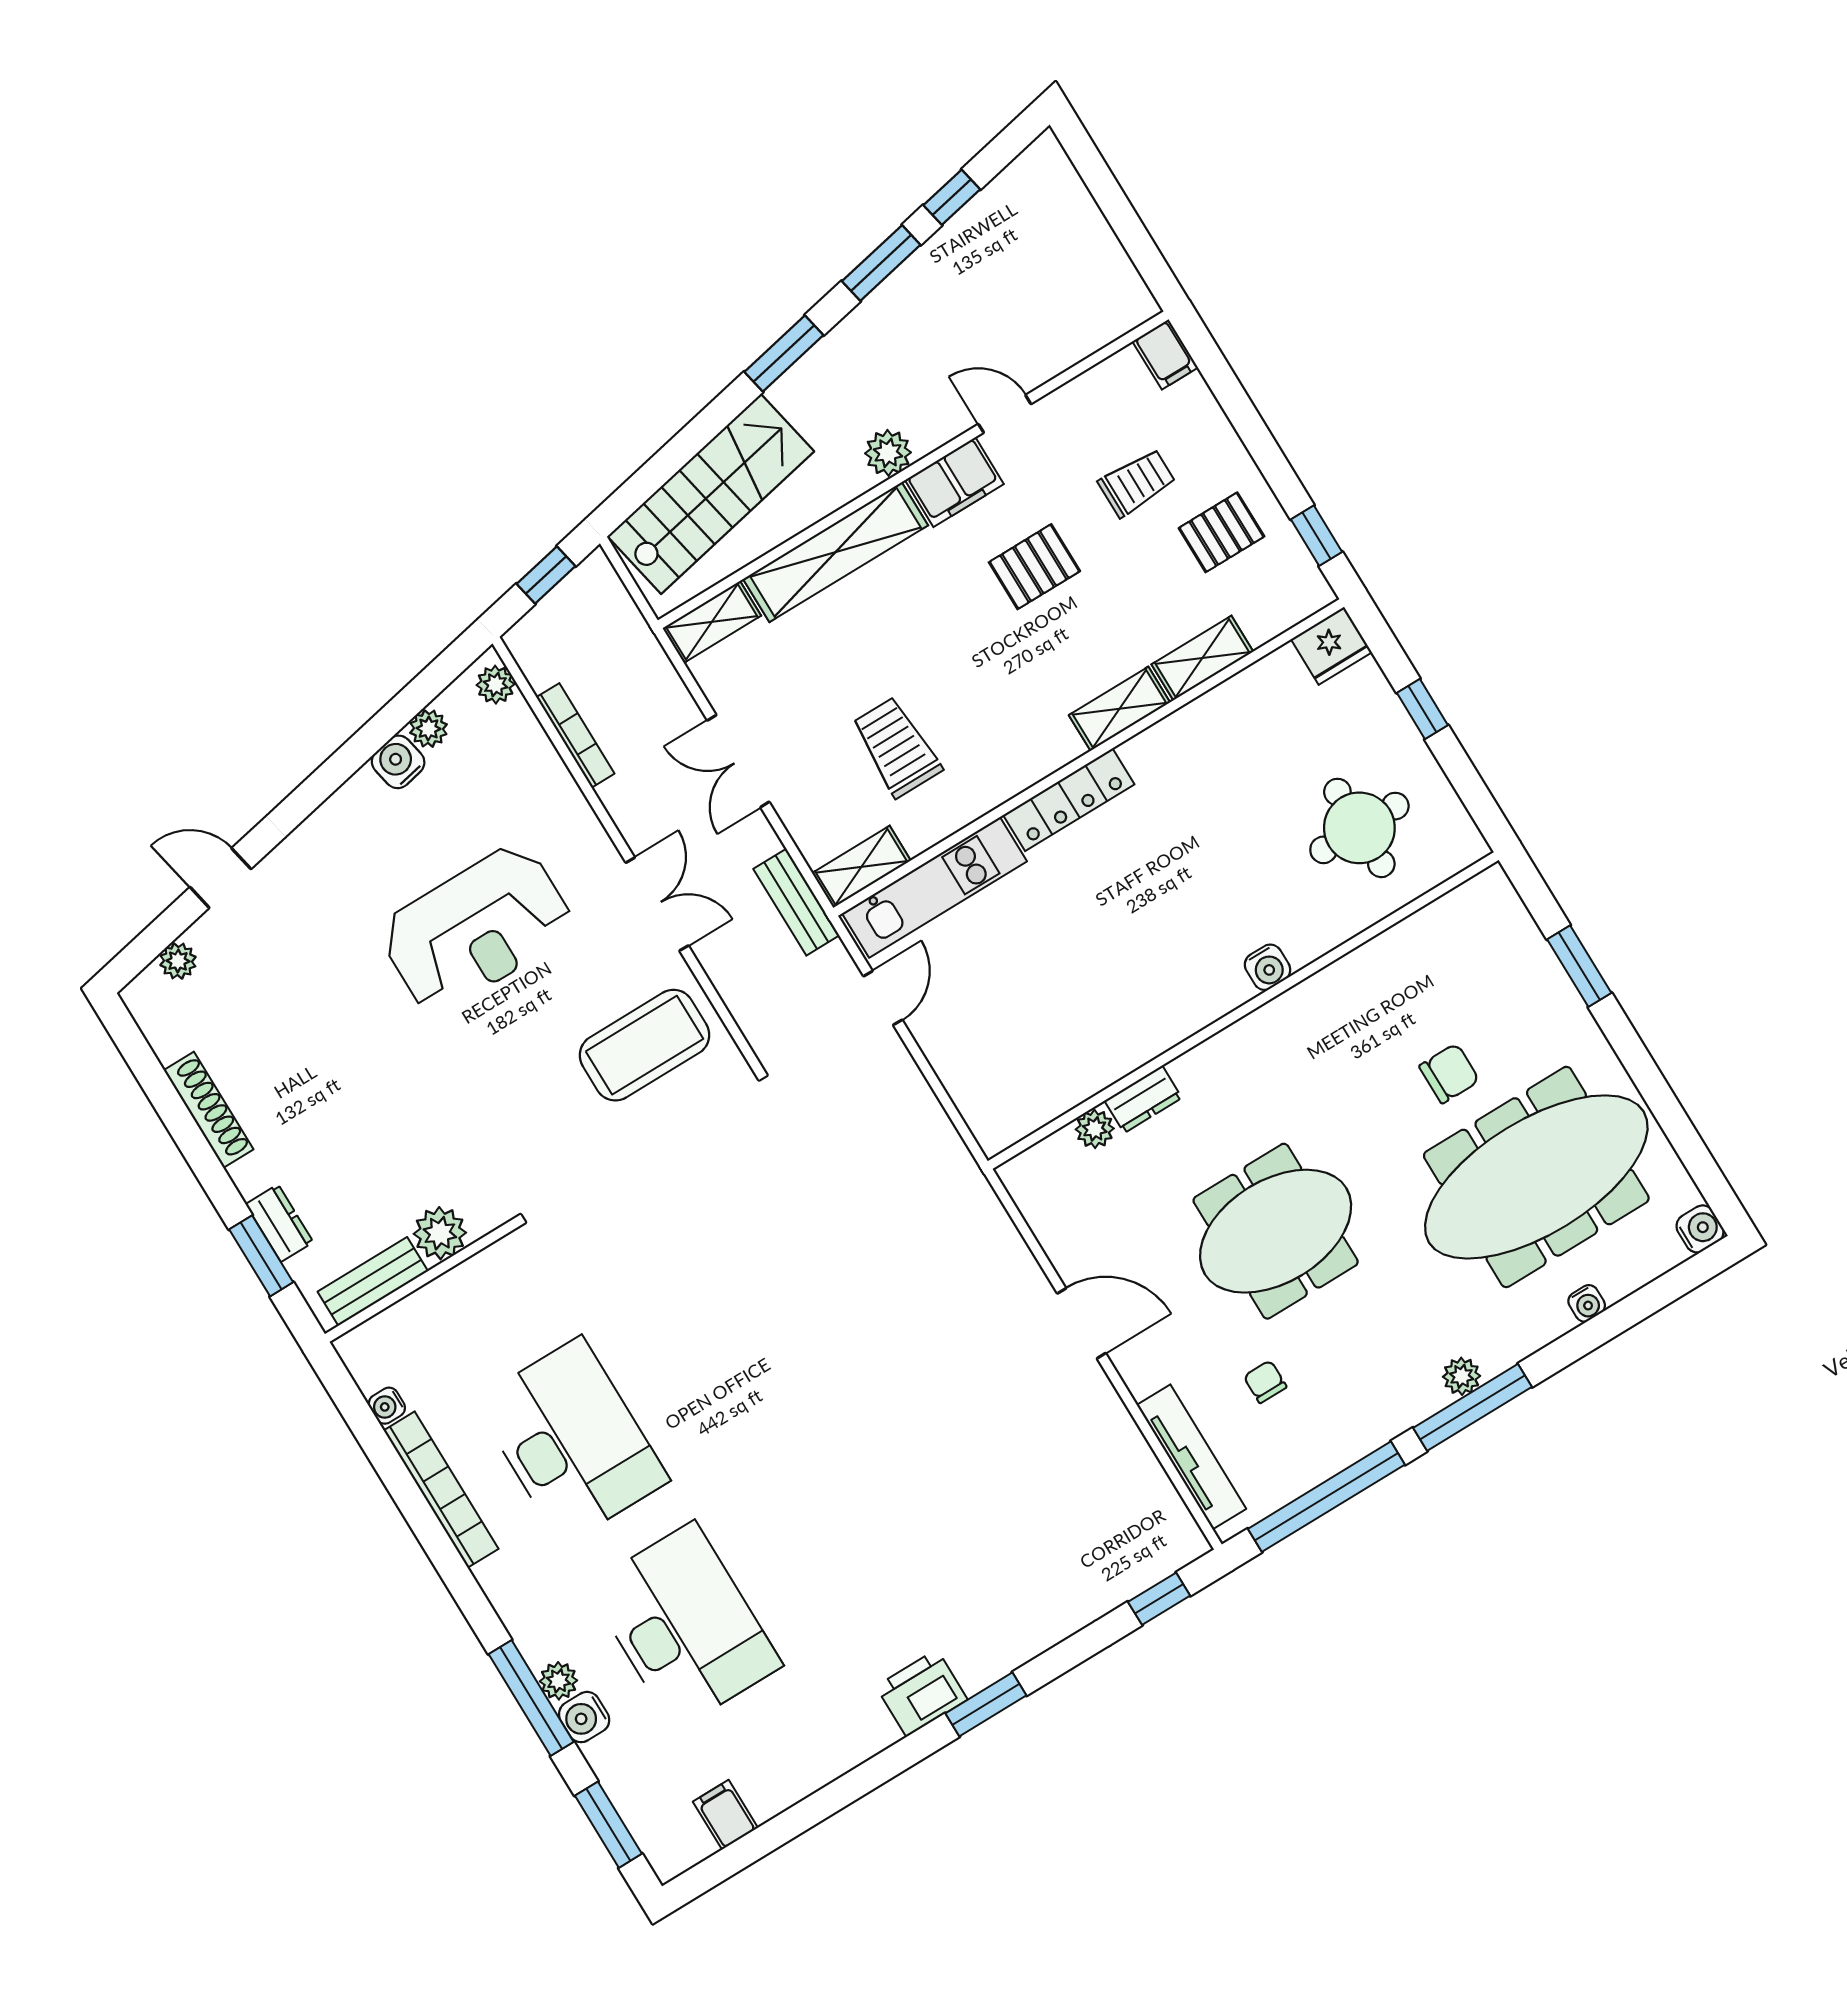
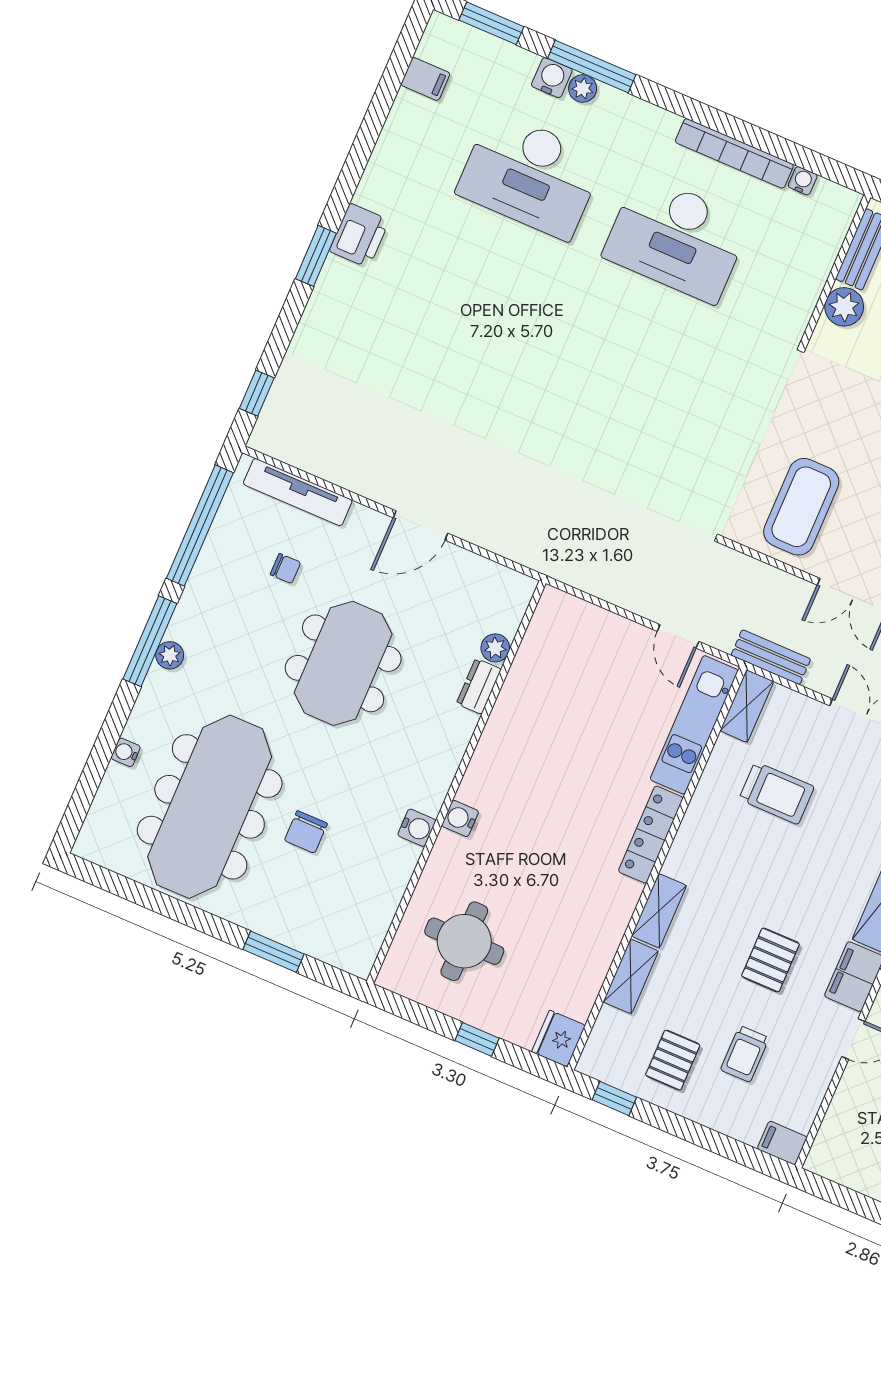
water cooler: (1700, 1229) -> (417, 828), moved, turned -90

